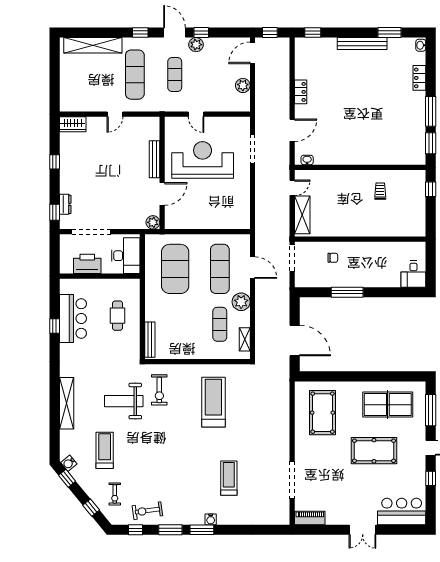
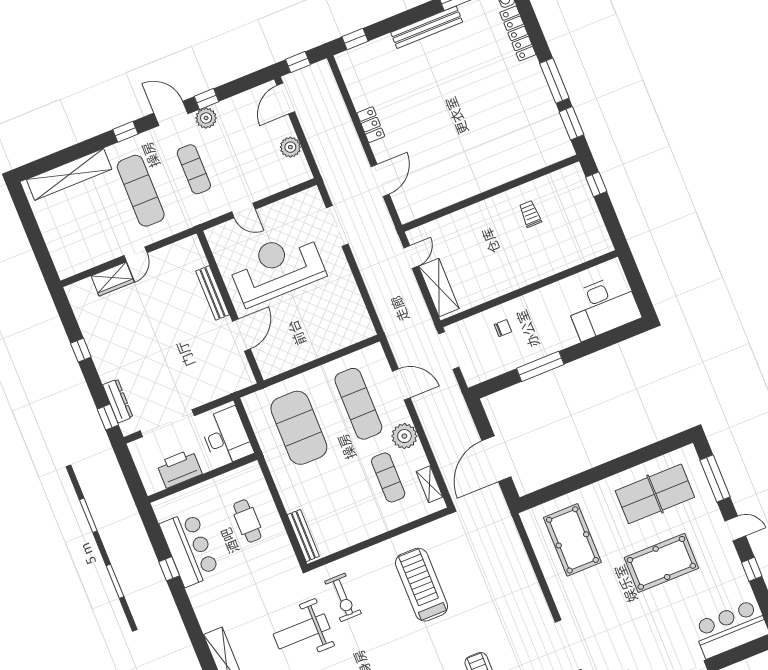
locker: (419, 78) -> (518, 33), width x1.53
wardrobe: (73, 124) -> (113, 279), moved
washbasin: (307, 160) -> (416, 212), removed
dresser: (65, 204) -> (118, 401), width x1.44
plant: (153, 222) -> (244, 378), removed
desk: (413, 274) -> (603, 307), width x1.87, depth x1.30
door: (295, 340) -> (496, 459), swing flipped

